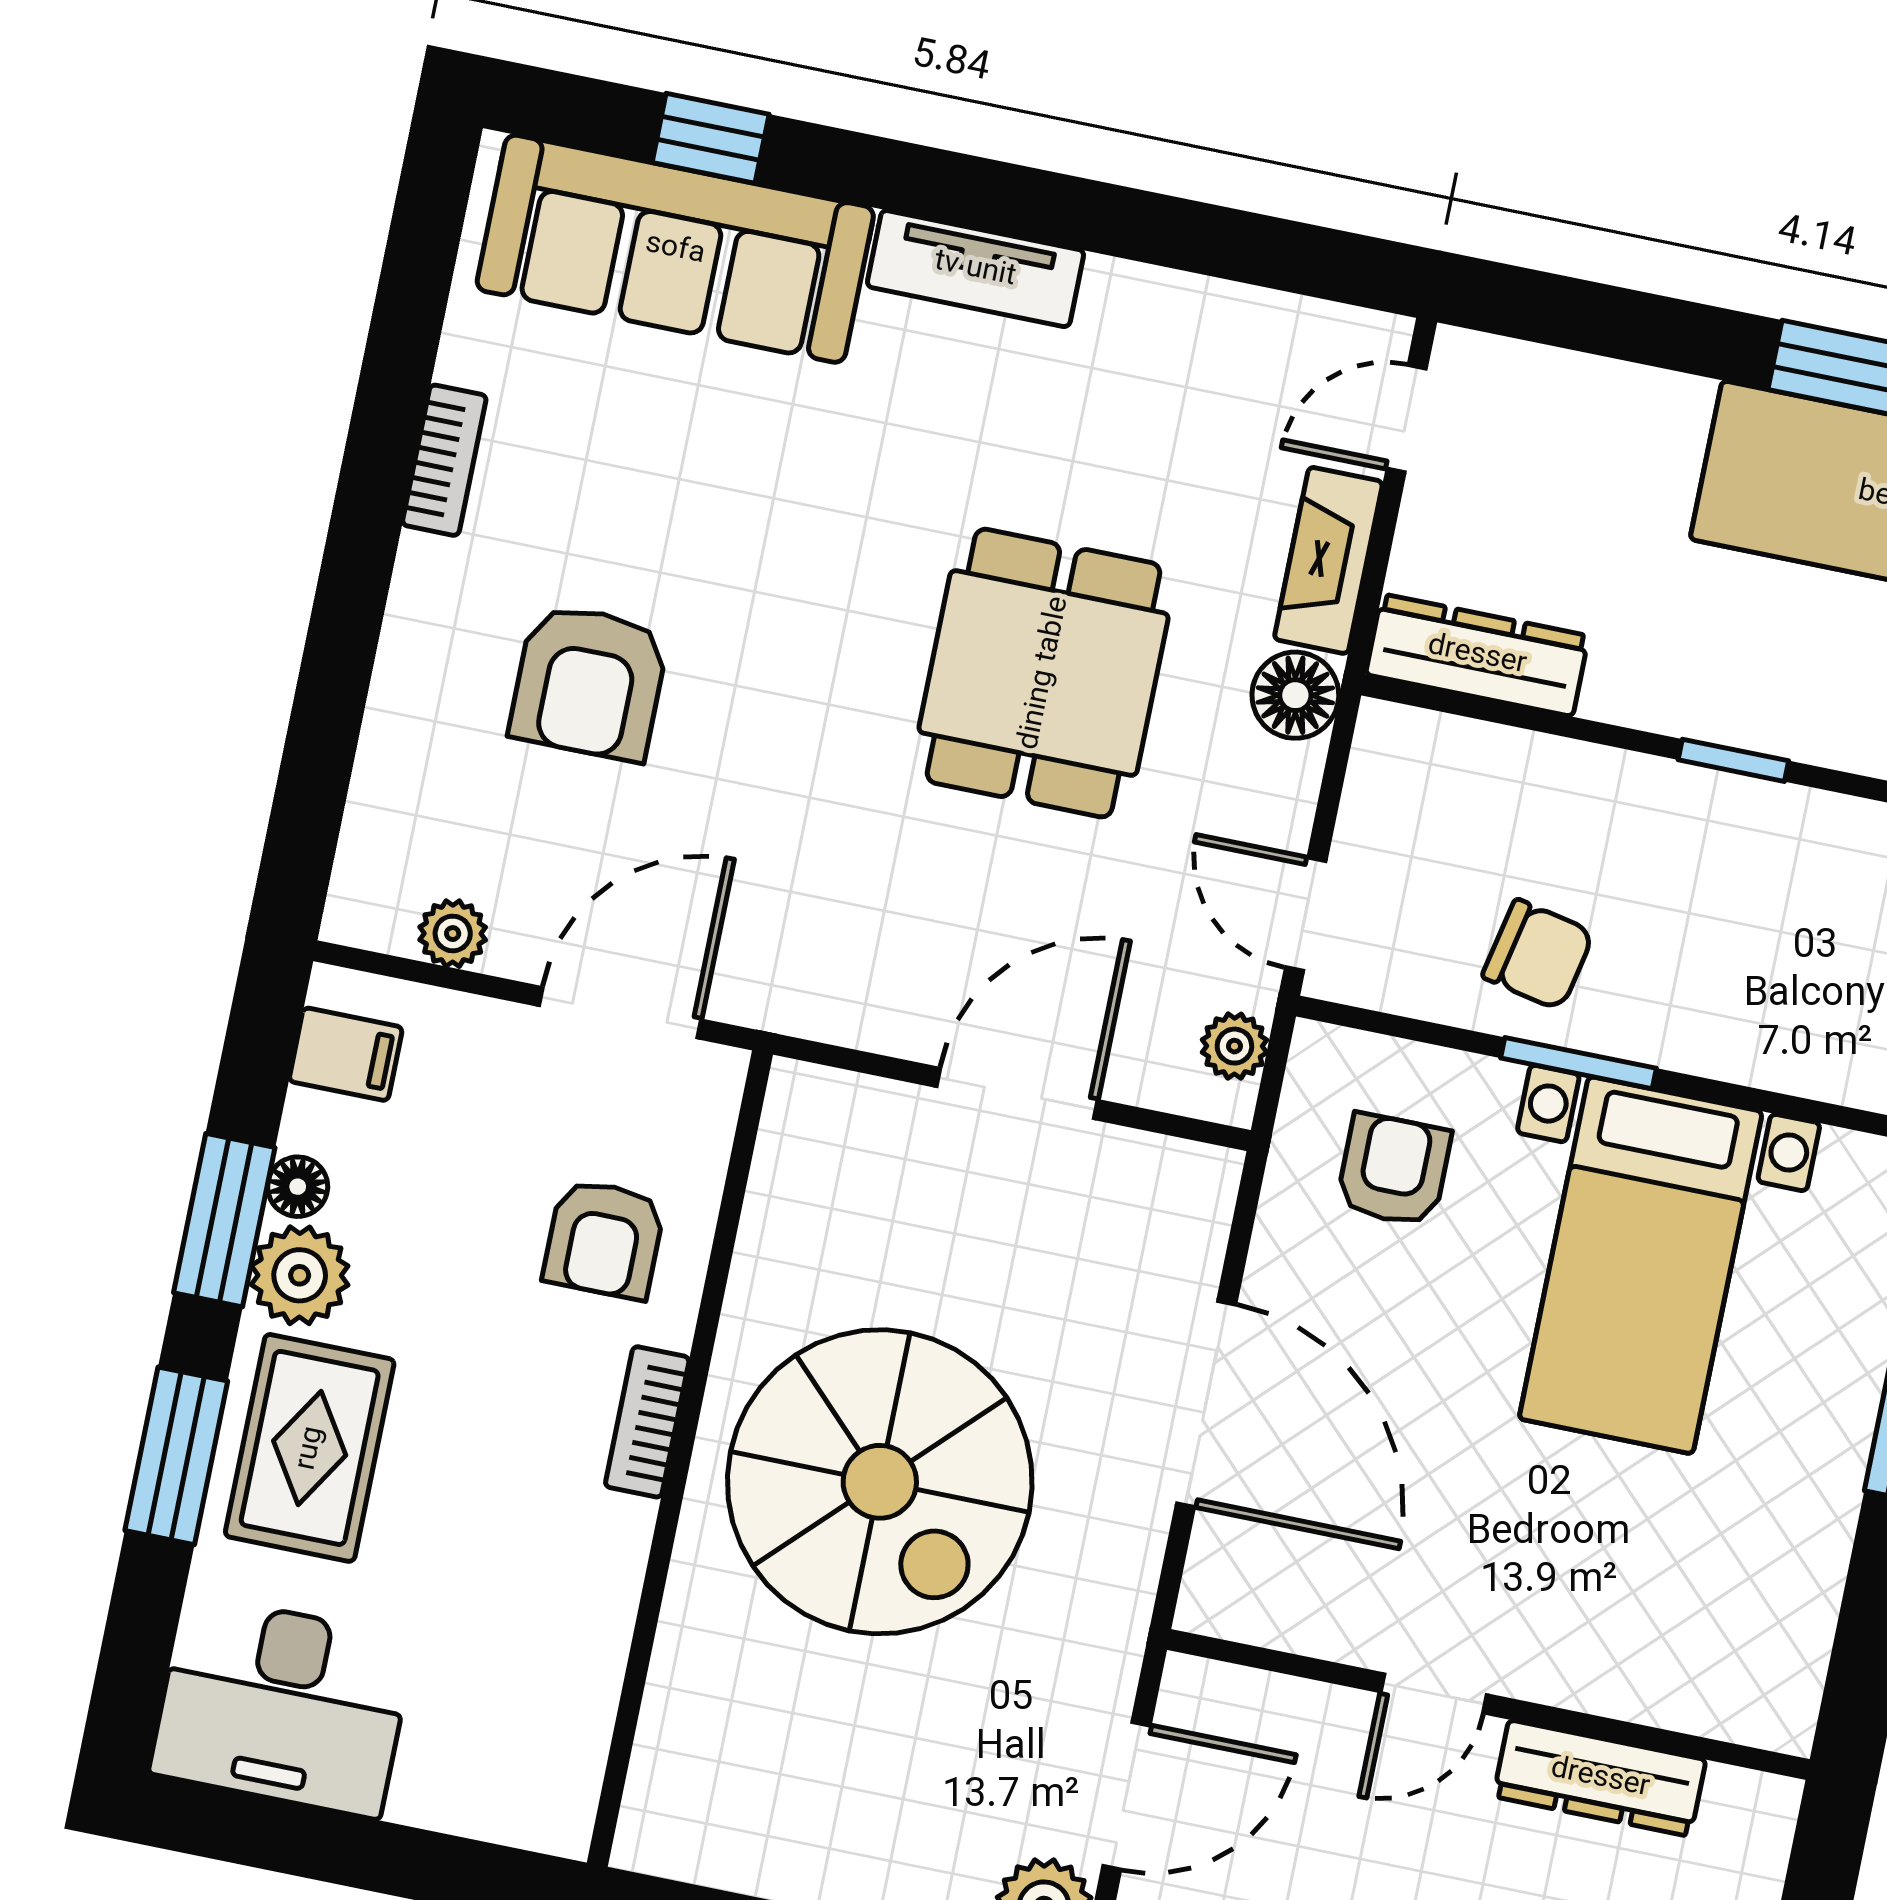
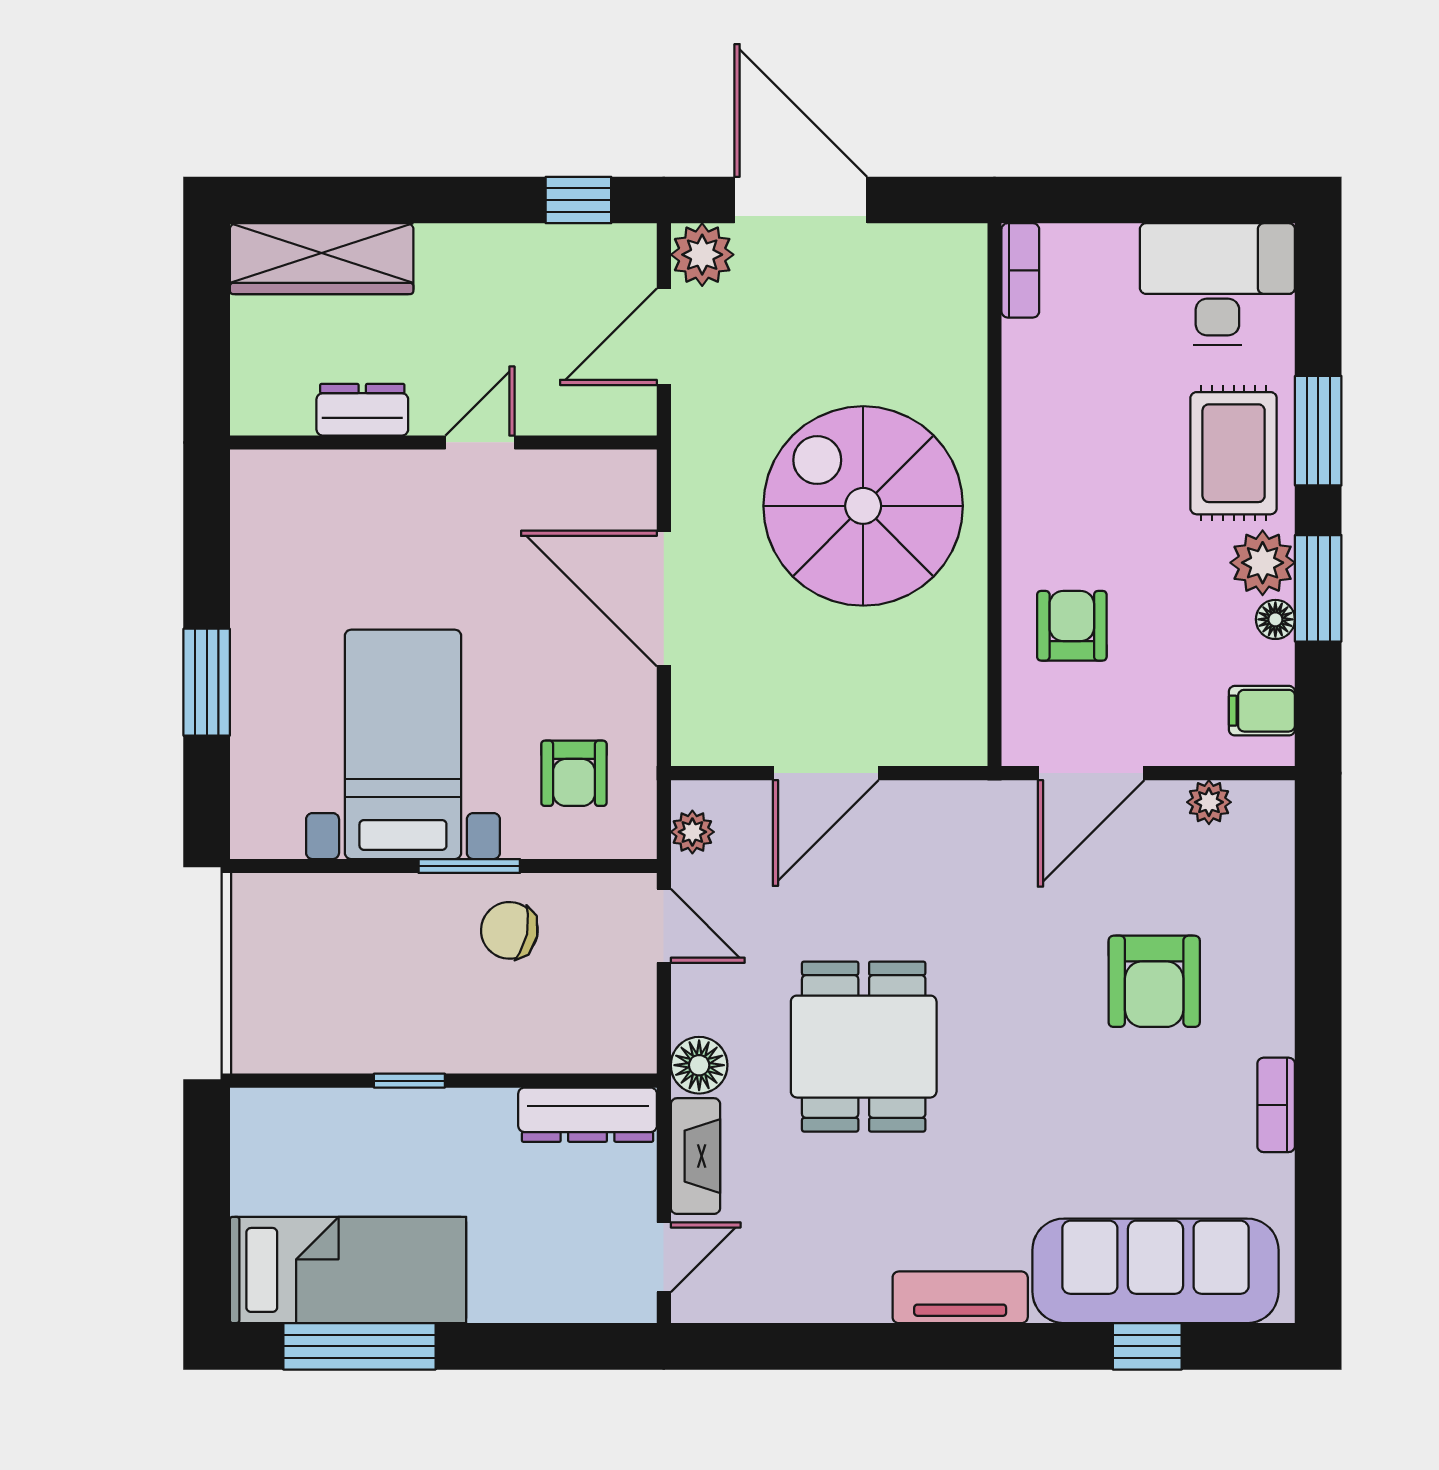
armchair: (589, 682) -> (1154, 981), turned 180
bookcase: (647, 1422) -> (1020, 270), moved
dresser: (1600, 1778) -> (362, 410), width x0.70

